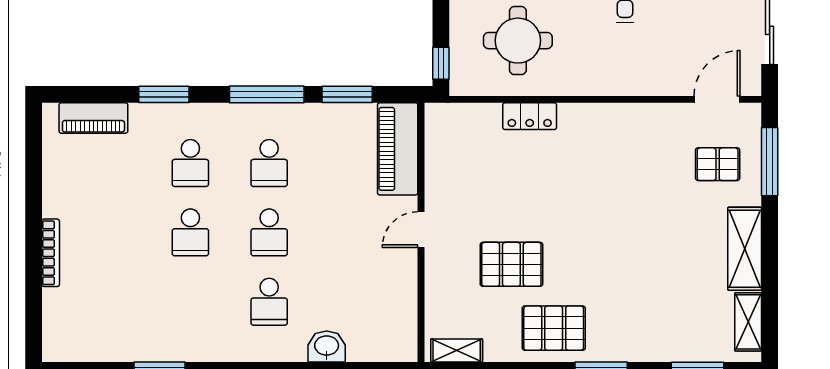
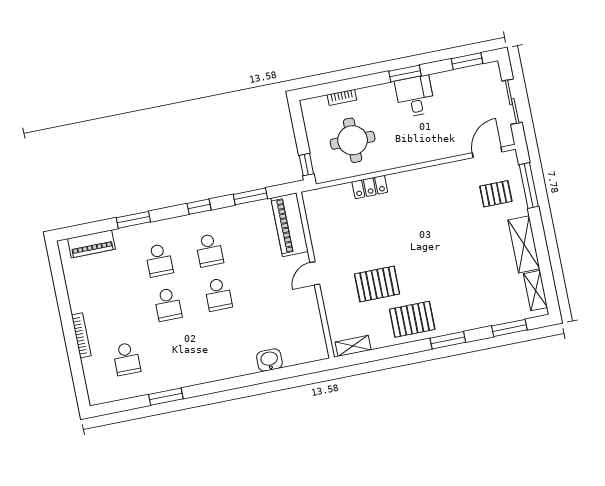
window: (267, 94) -> (199, 207), width x0.46
school desk: (269, 302) -> (126, 359), moved

